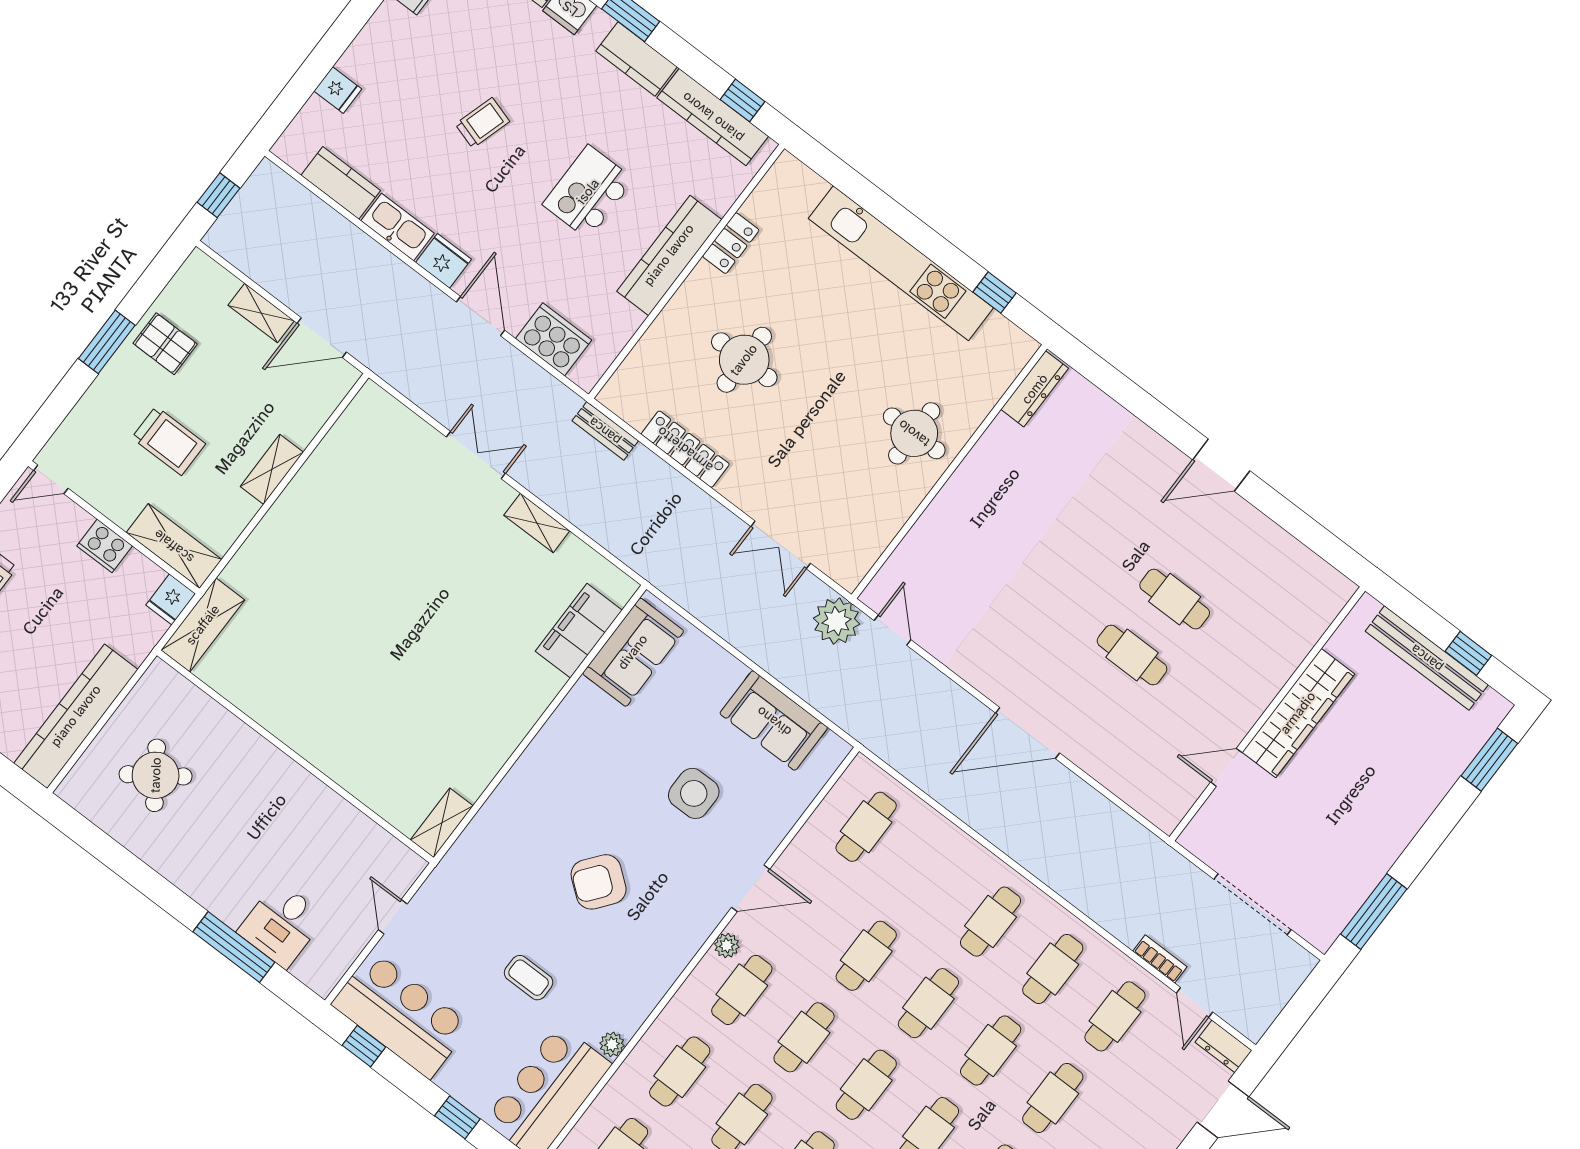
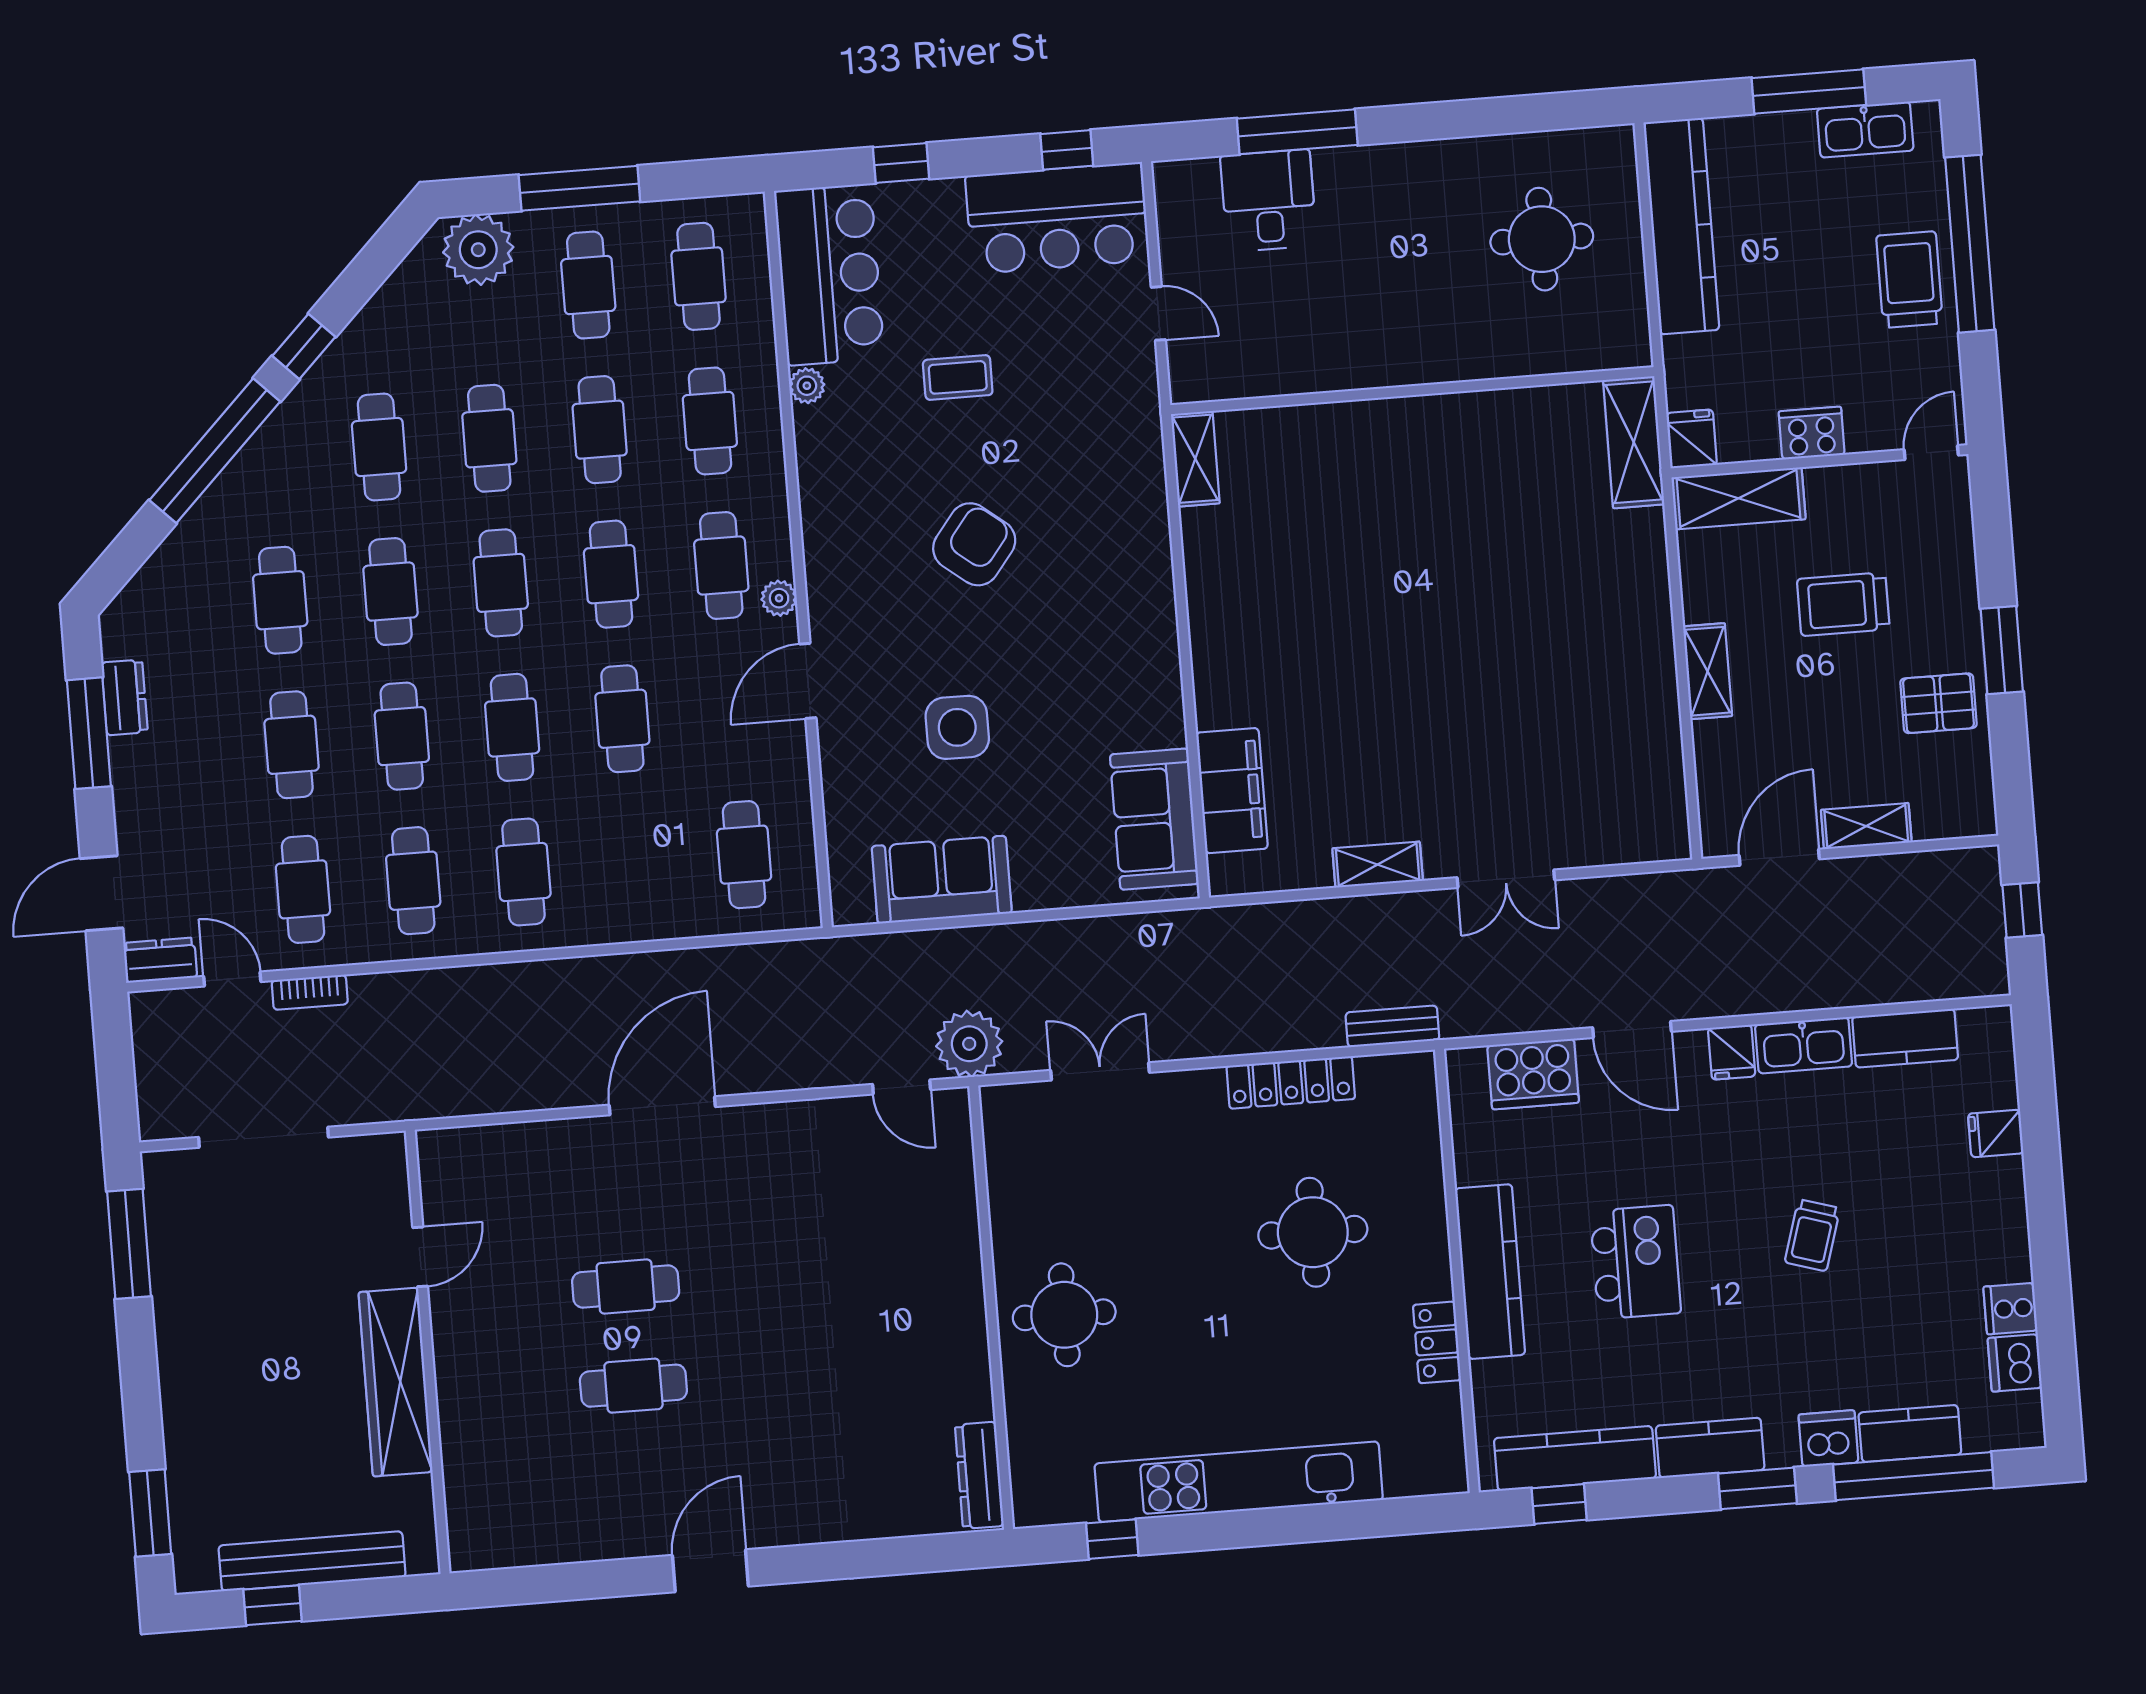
fridge: (443, 261) -> (1732, 1052), width x0.72
round table: (156, 775) -> (1542, 239), turned 35

